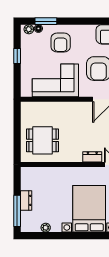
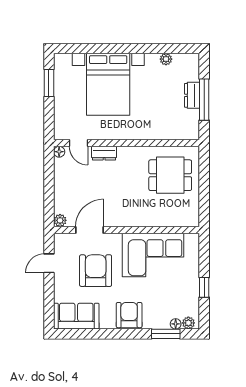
armchair: (61, 43) -> (129, 315), moved
window: (17, 211) -> (204, 100), moved

